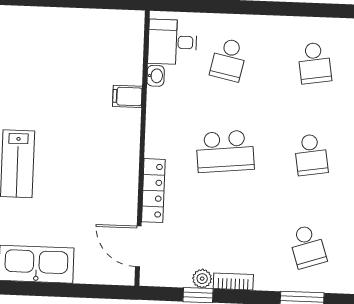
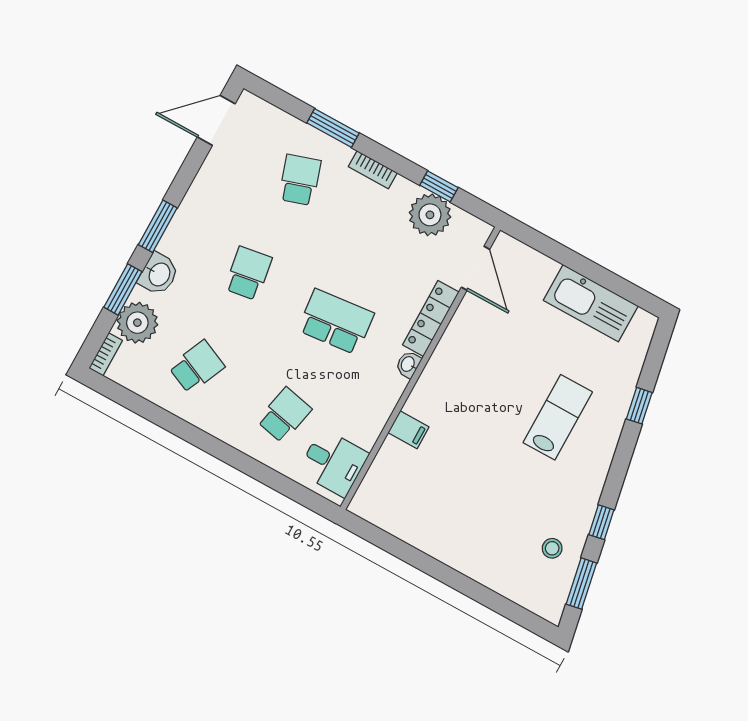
school desk: (315, 63) -> (197, 367), turned 33
washbasin: (156, 76) -> (408, 364), moved
plant: (202, 279) -> (430, 215), width x1.87, depth x1.87
bookcase: (233, 282) -> (373, 170), moved

